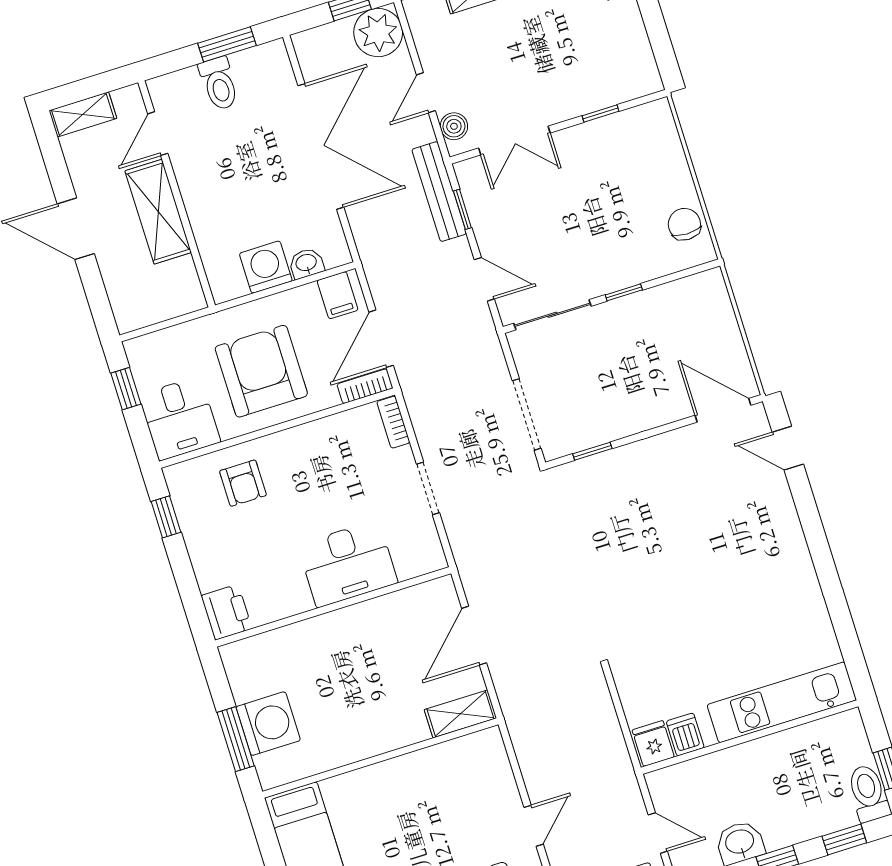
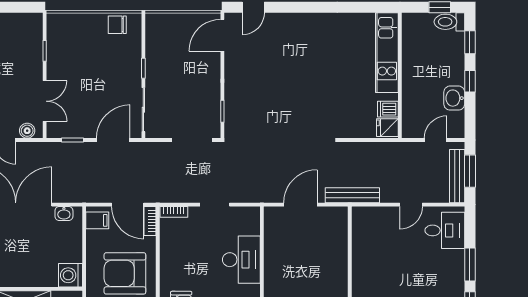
bench: (439, 192) -> (352, 195), moved
washbasin: (306, 263) -> (64, 214), moved, turned -90
washing machine: (266, 267) -> (71, 275), moved
door: (484, 279) -> (113, 140), width x1.37
door: (474, 636) -> (300, 205), swing flipped
shelving: (460, 714) -> (340, 225), removed
door: (534, 826) -> (411, 205), swing flipped

